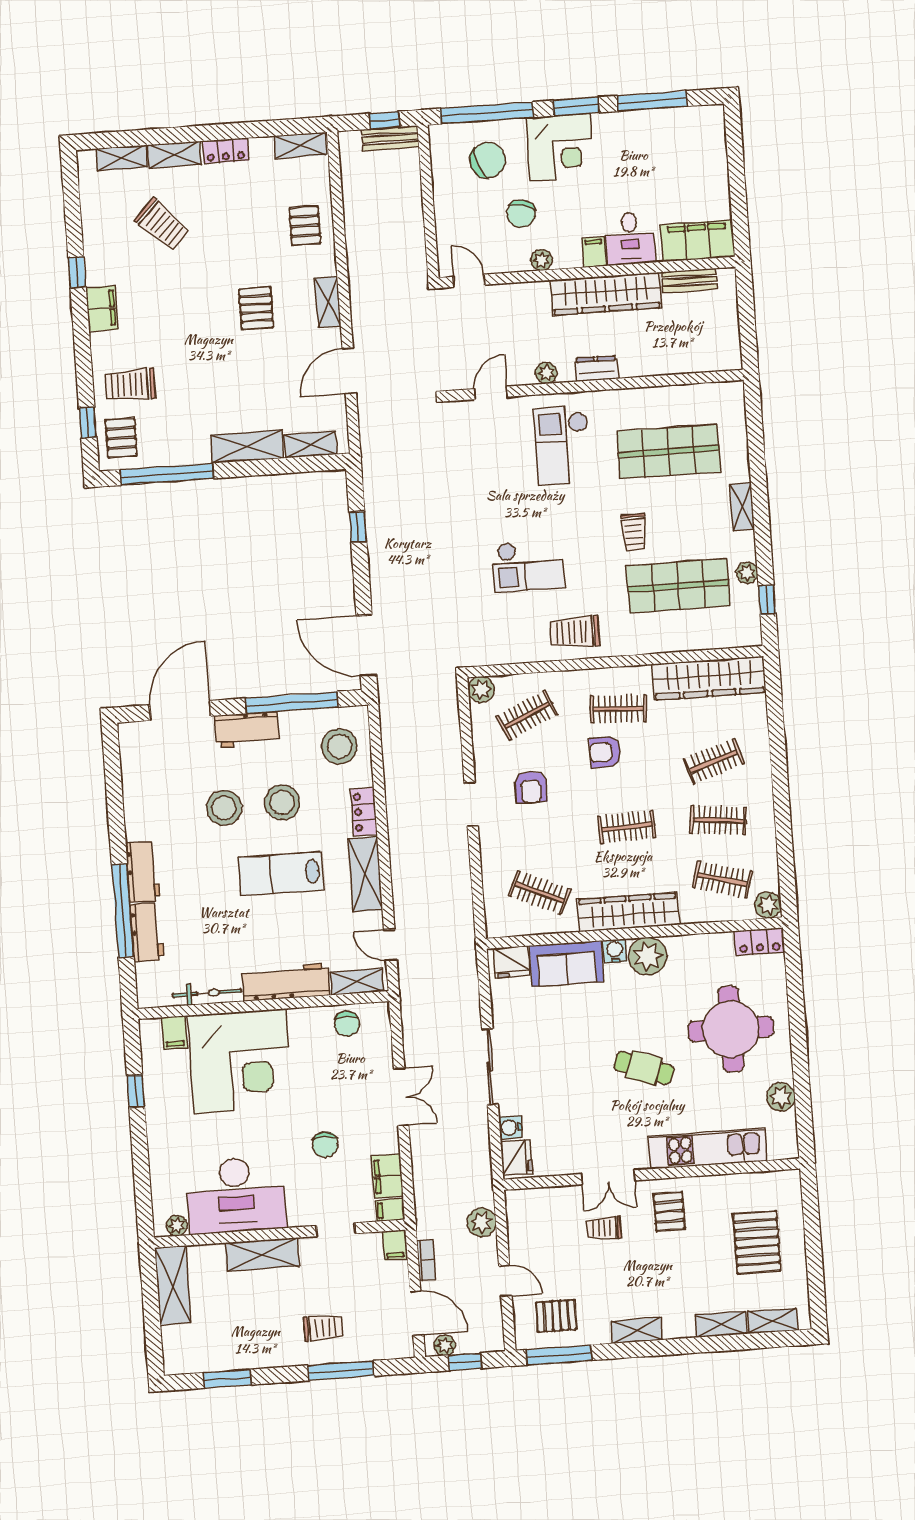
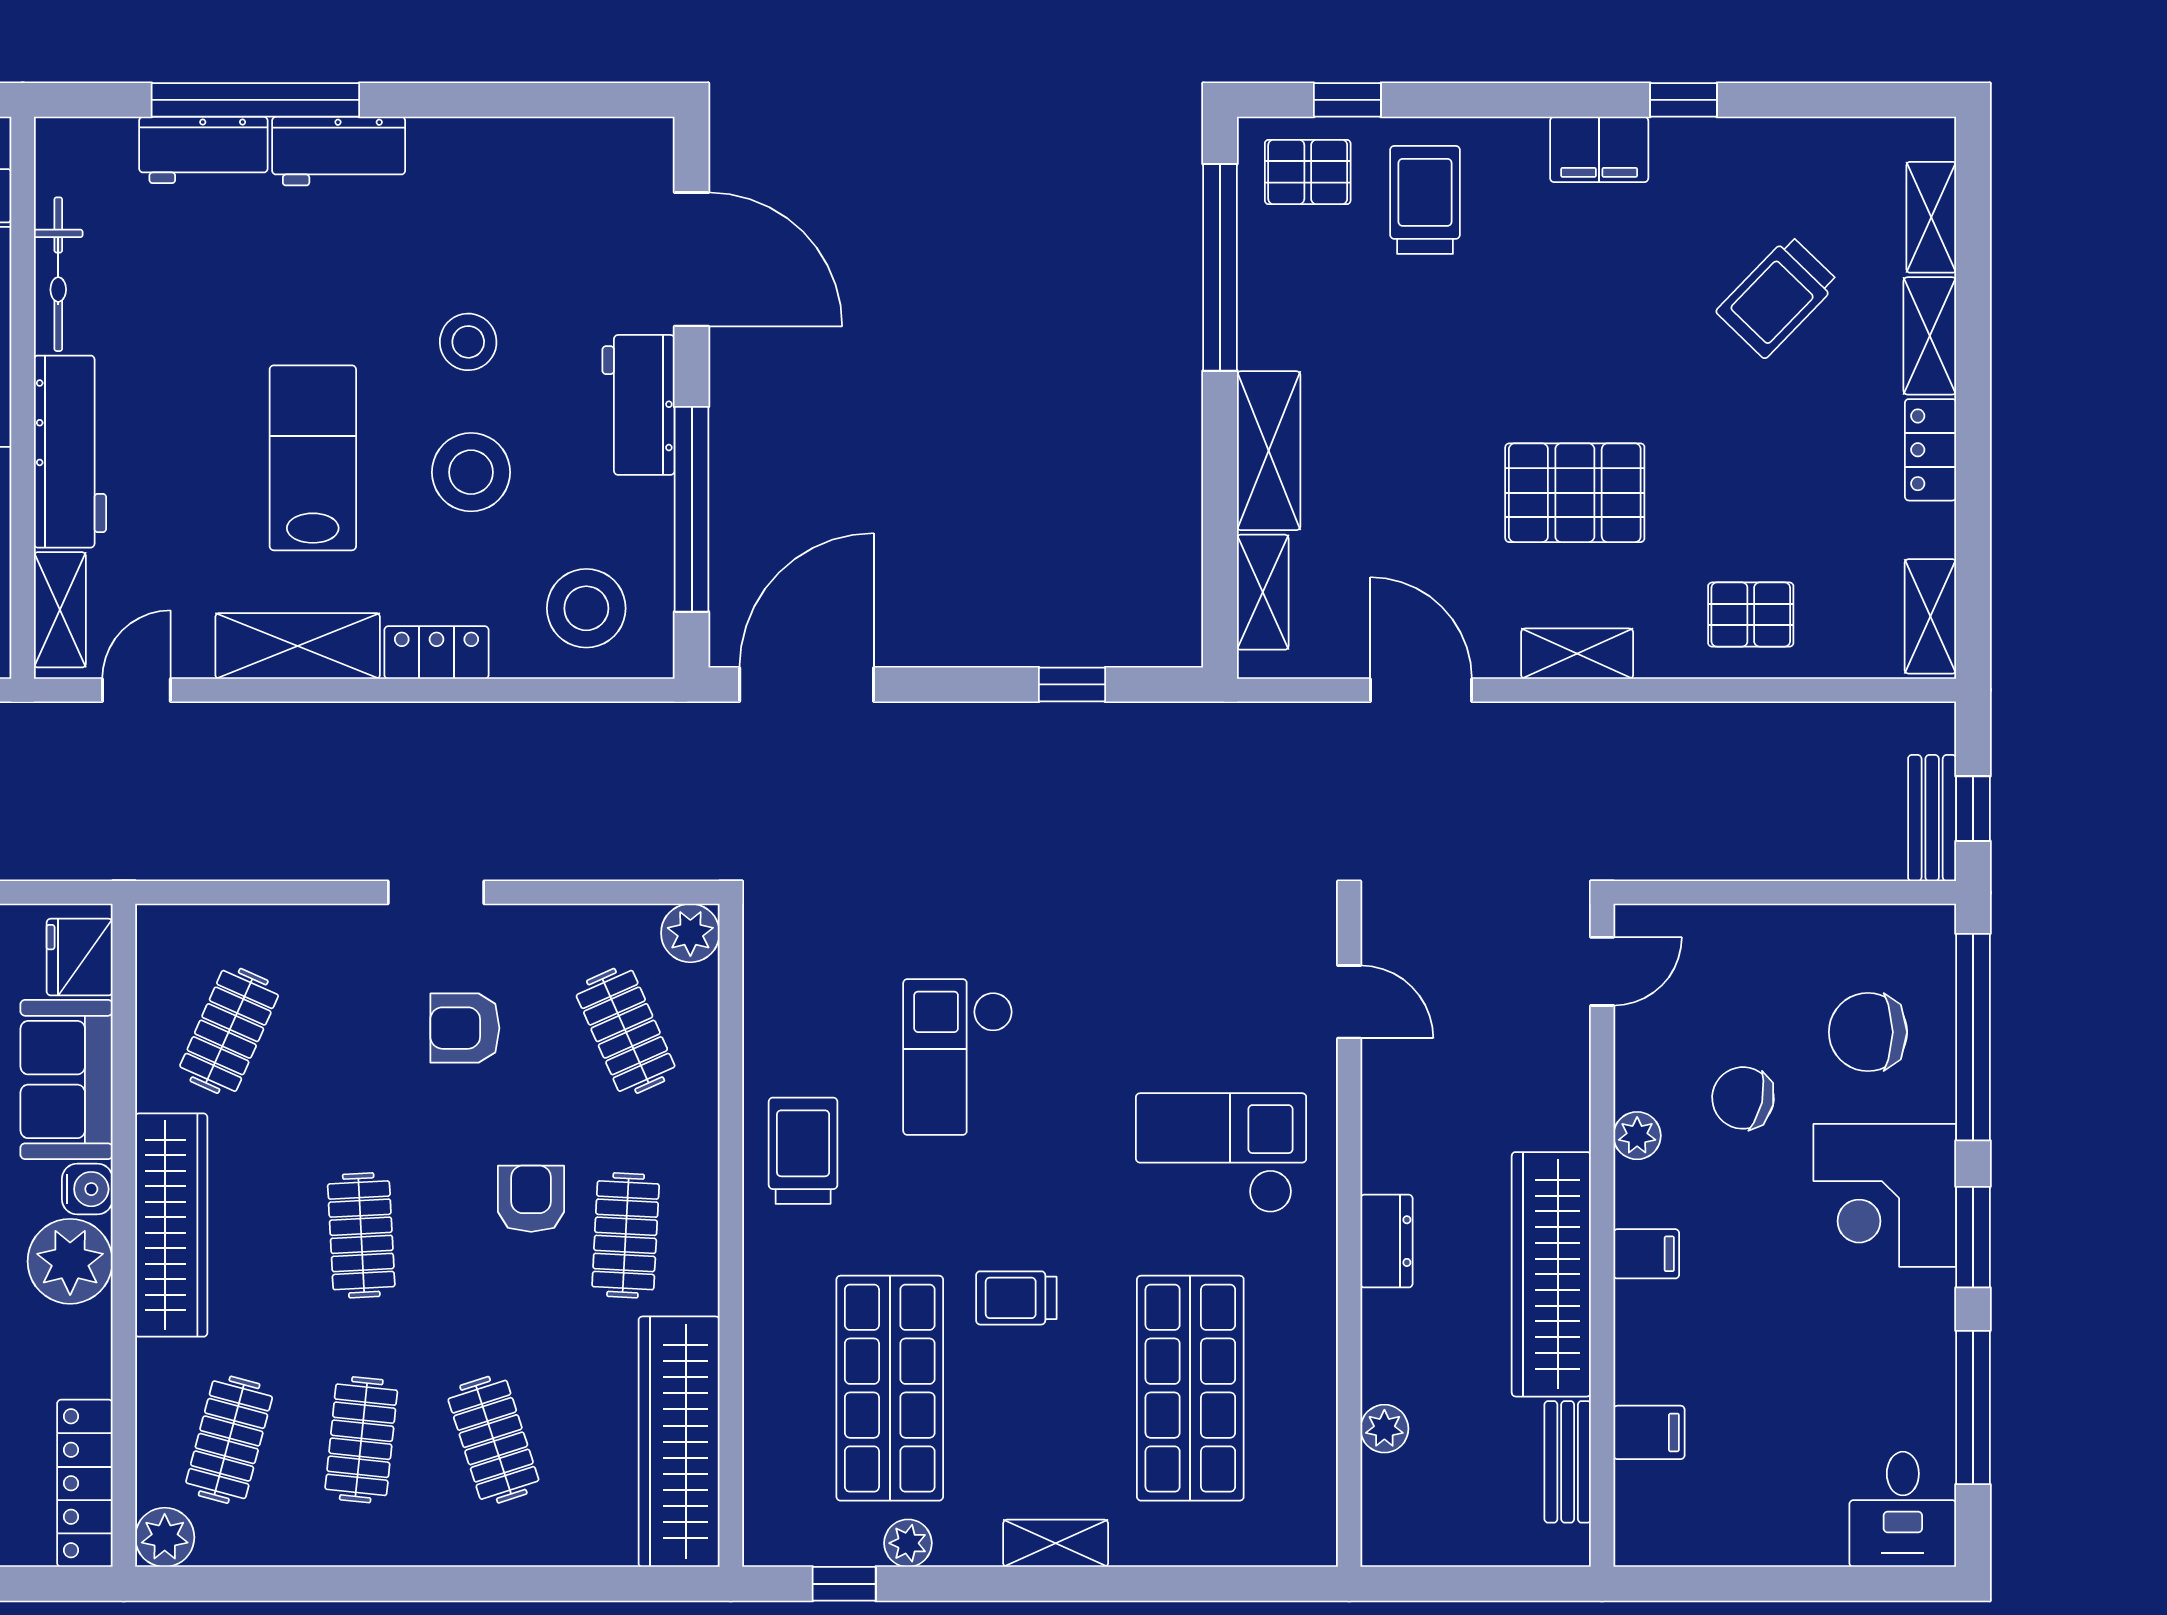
chair: (488, 160) -> (1868, 1032), turned 111
desk: (630, 238) -> (1903, 1509), moved, turned -90
filing cabinet: (697, 241) -> (1649, 1432), width x0.33, depth x0.86
pallet: (256, 308) -> (1575, 493), width x1.50, depth x1.42
plant: (546, 373) -> (1384, 1429), moved
stool: (224, 808) -> (468, 342), width x0.73, depth x0.73
locker: (759, 942) -> (85, 1483), width x1.53

